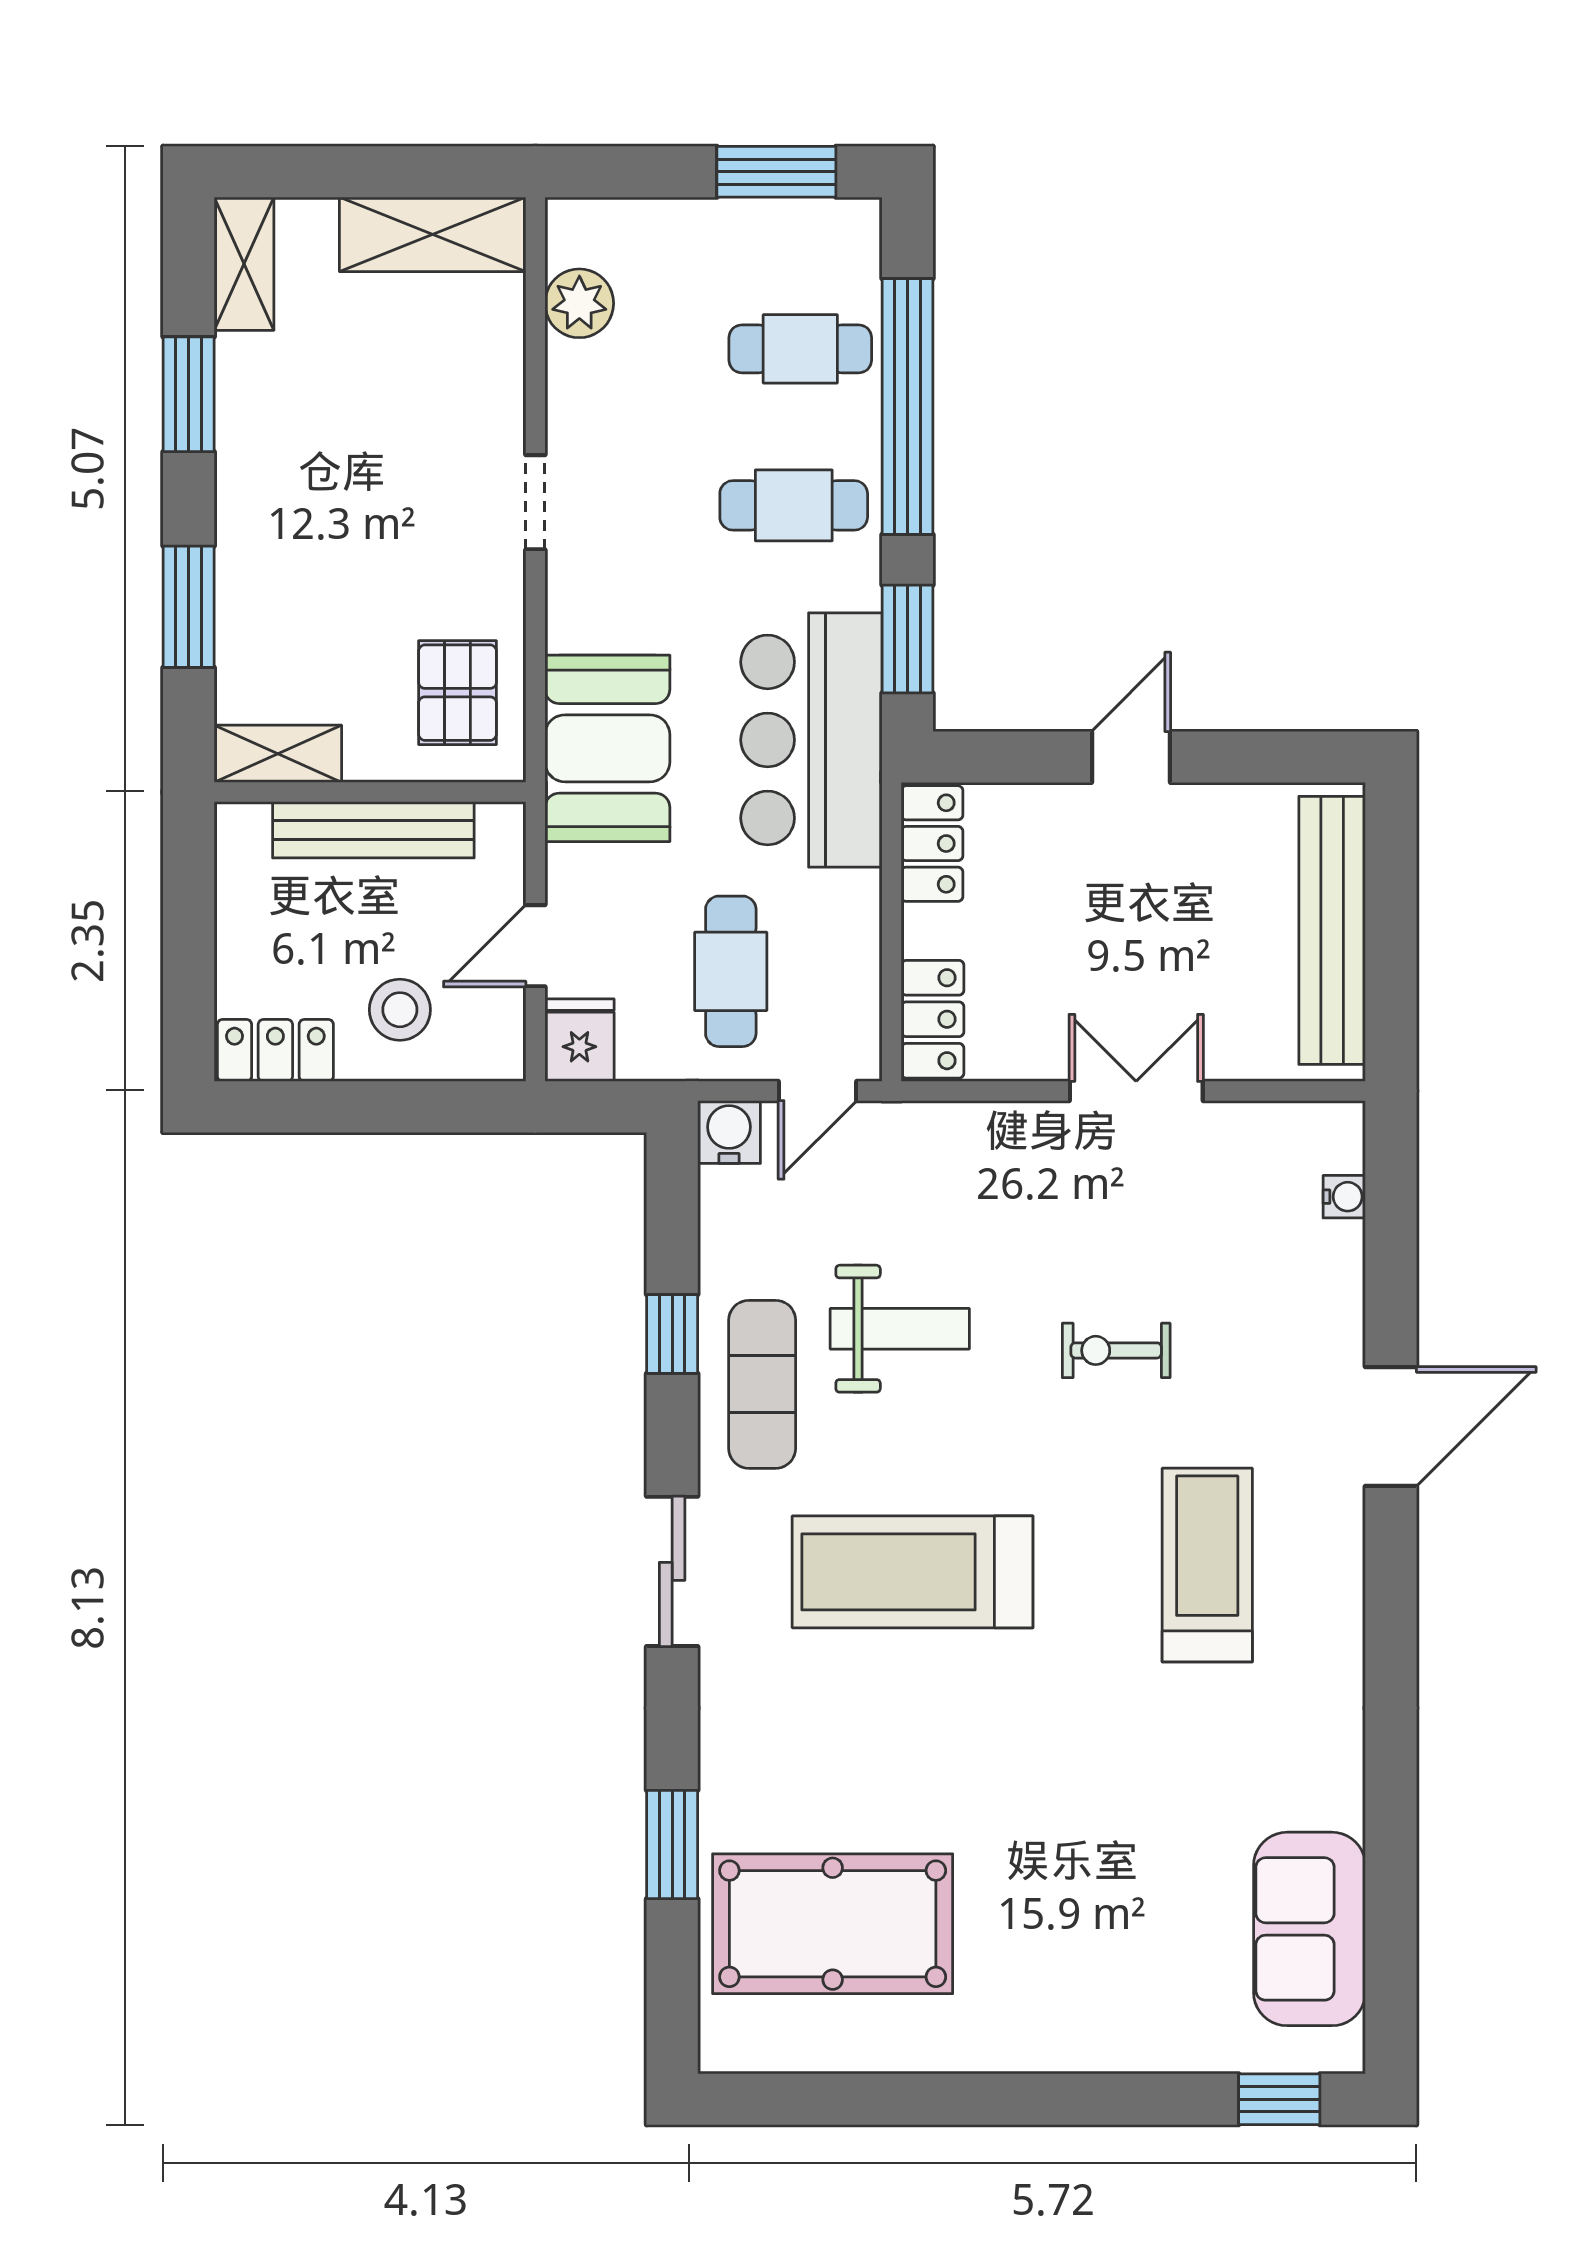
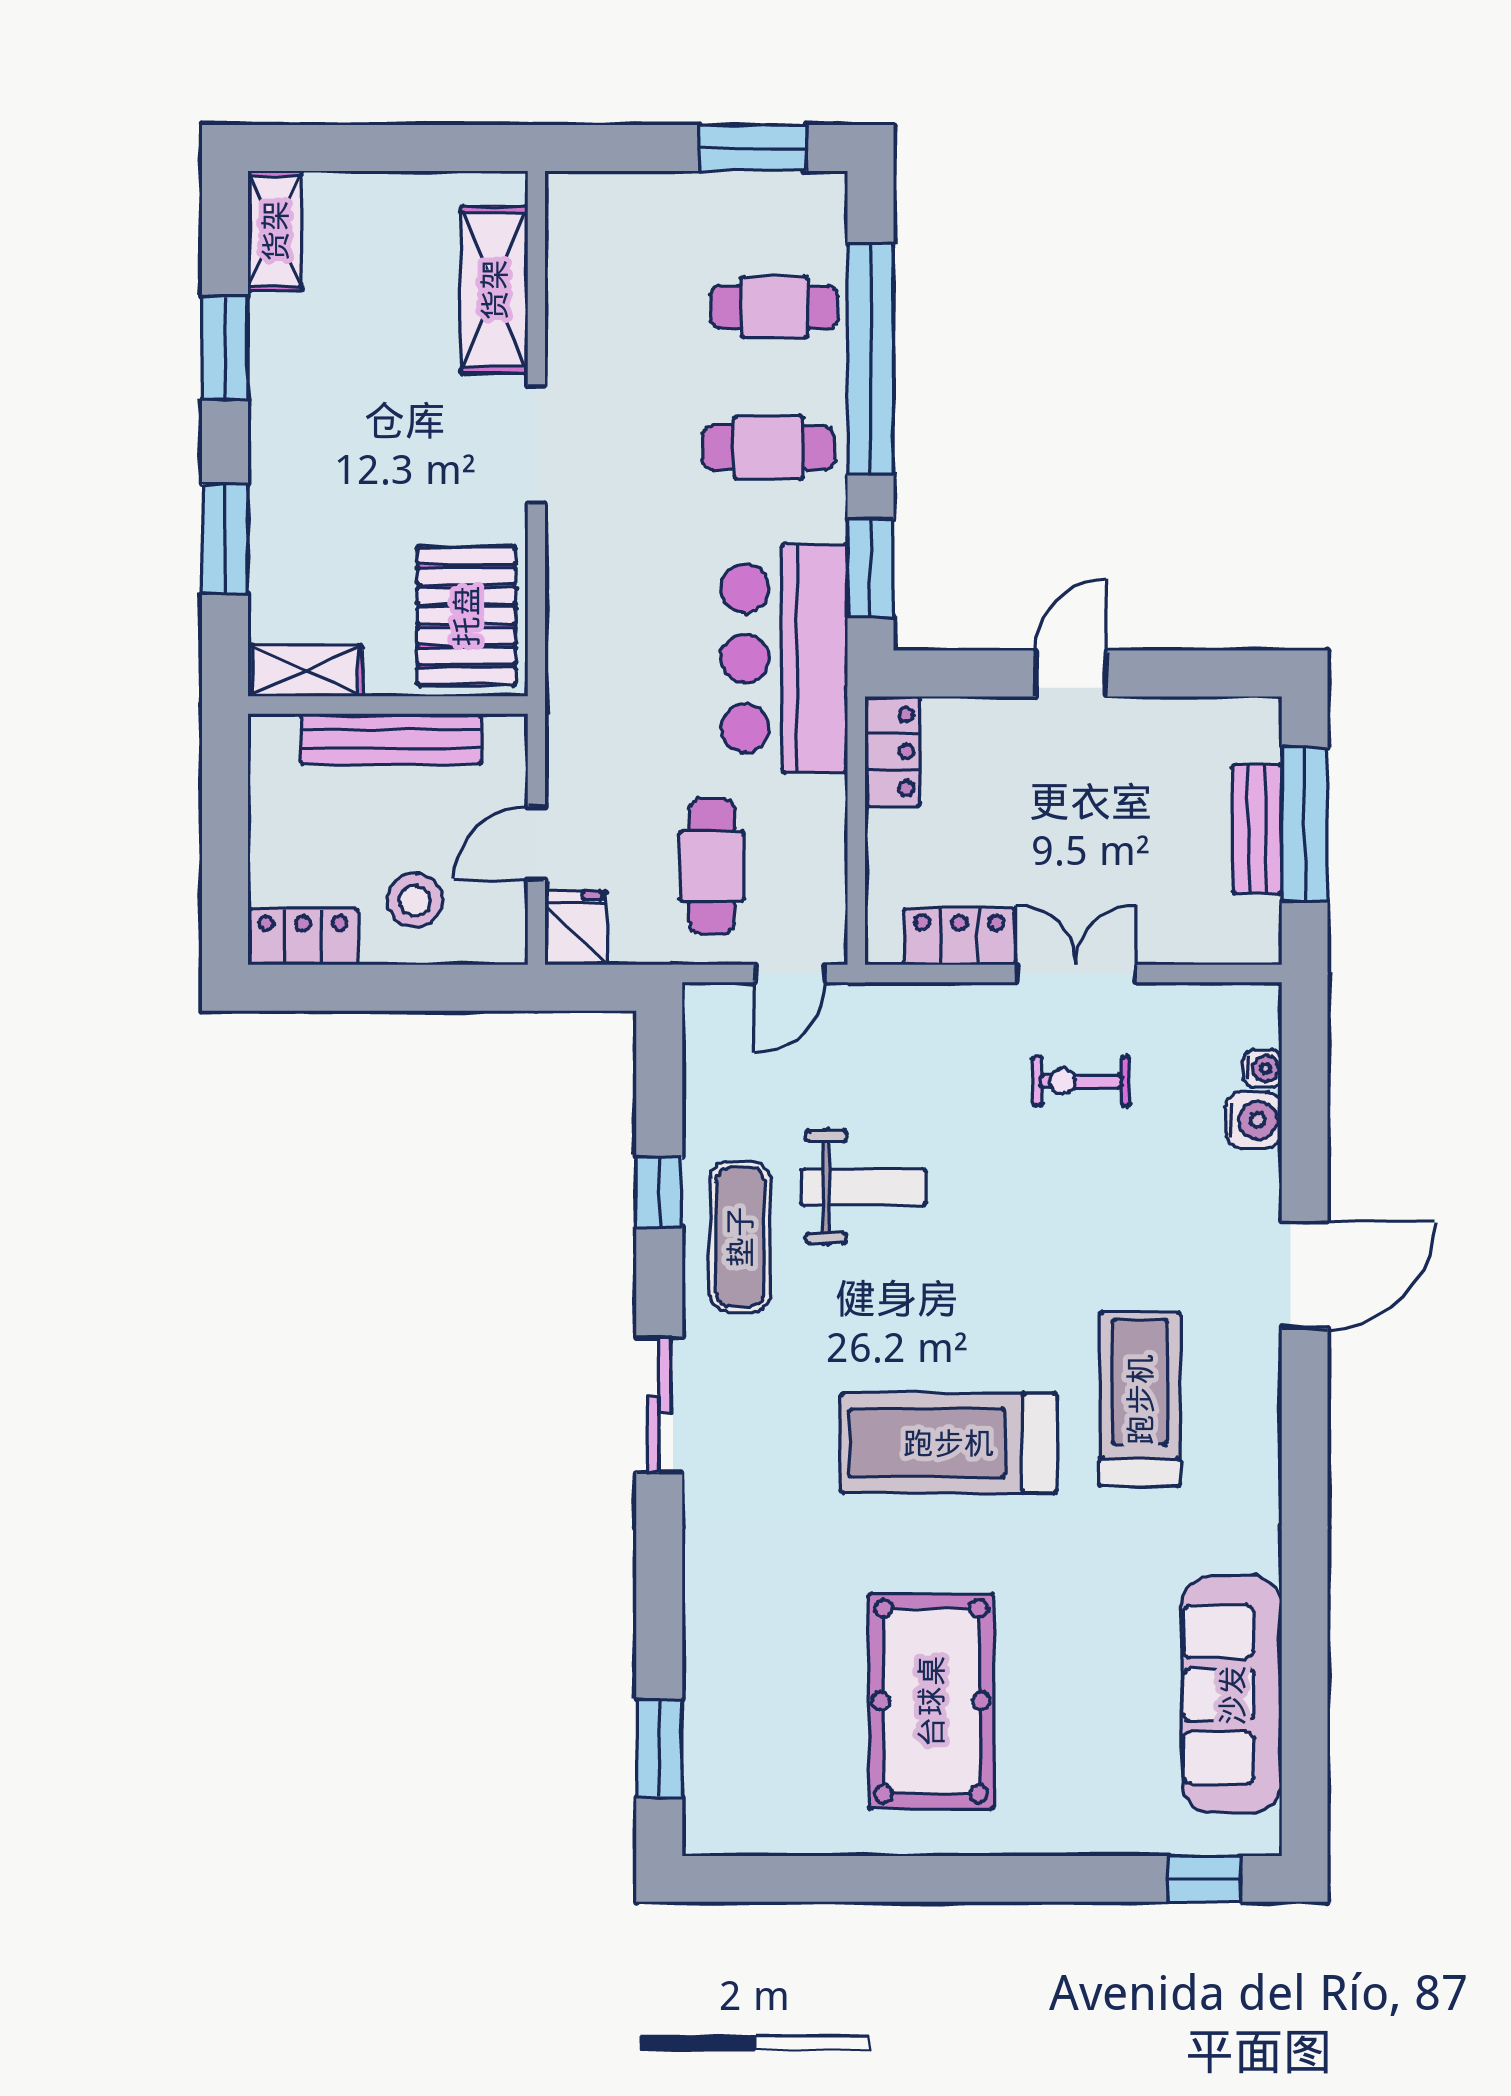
shelving: (433, 234) -> (494, 290), moved, turned 90
plant: (579, 303) -> (576, 266), removed
doorway: (535, 502) -> (536, 445), width x1.38
pallet: (457, 693) -> (466, 616), width x1.50, depth x1.42
booth: (607, 748) -> (601, 666), removed
window: (1391, 925) -> (1305, 824), added
bench: (1332, 930) -> (1257, 829), width x0.54, depth x0.82
locker: (933, 1019) -> (959, 937), moved, turned -90
water cooler: (729, 1132) -> (1254, 1120), moved, turned 90
exercise bike: (1116, 1350) -> (1081, 1081), moved
treadmill: (913, 1572) -> (949, 1443), moved
window: (672, 1845) -> (659, 1748), moved
pool table: (833, 1924) -> (931, 1701), moved, turned 90
sofa: (1310, 1929) -> (1232, 1695), width x1.36

